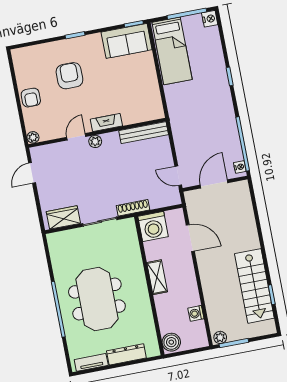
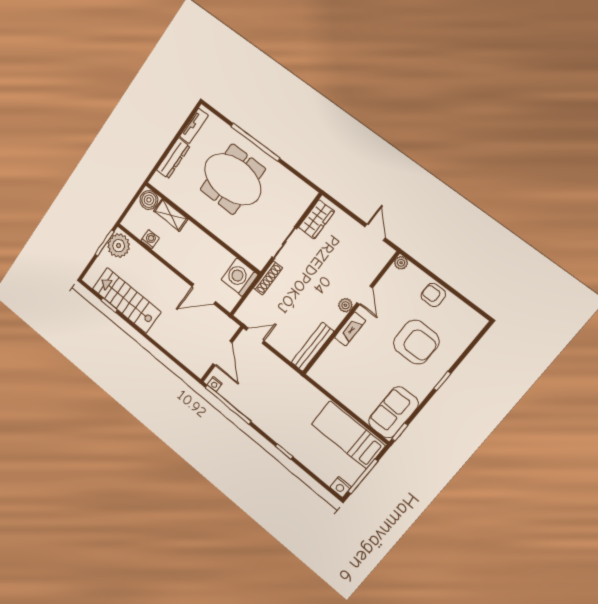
armchair: (69, 76) -> (416, 342), width x1.36, depth x1.36
shelving: (157, 277) -> (171, 215), moved
plant: (220, 337) -> (119, 246), width x1.87, depth x1.87

